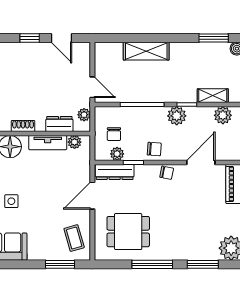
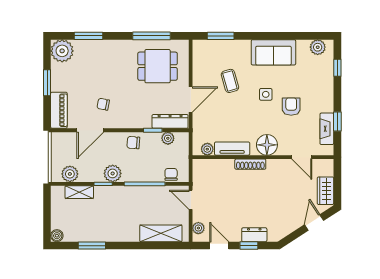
window: (214, 38) -> (92, 246), moved
shelving: (146, 51) -> (161, 233), moved
plant: (84, 115) -> (198, 228), moved
dresser: (59, 124) -> (254, 235), moved, turned 180
shoe rack: (23, 126) -> (250, 164), width x1.43
chair: (114, 134) -> (171, 174), moved
chair: (167, 173) -> (103, 104), moved
coffee table: (74, 238) -> (230, 81), moved
window: (152, 264) -> (152, 36), moved

